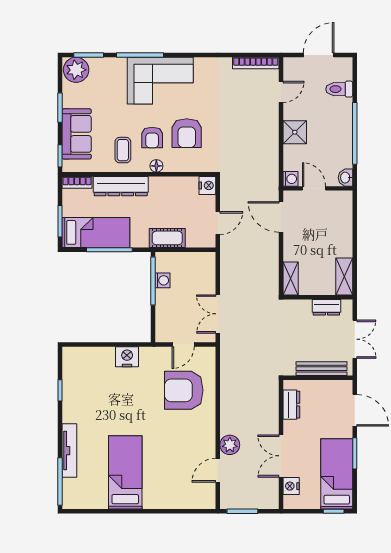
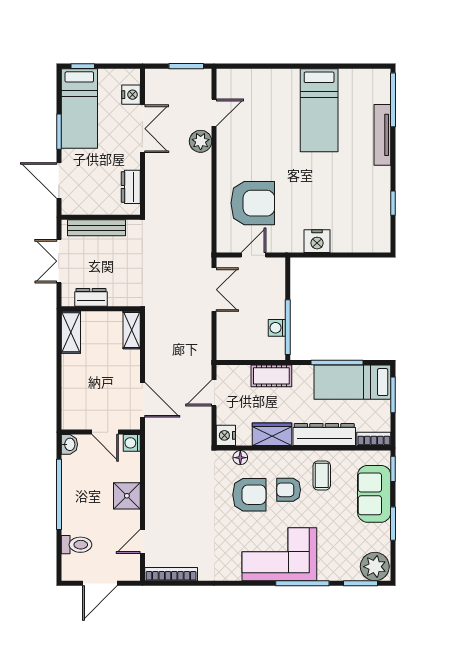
armchair: (187, 133) -> (249, 495), turned 90
armchair: (152, 137) -> (289, 490), turned -90
floor lamp: (156, 166) -> (240, 458), moved
wardrobe: (167, 186) -> (272, 434), added

